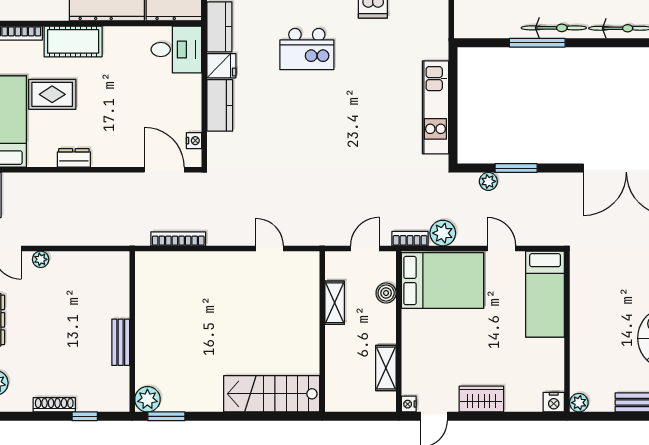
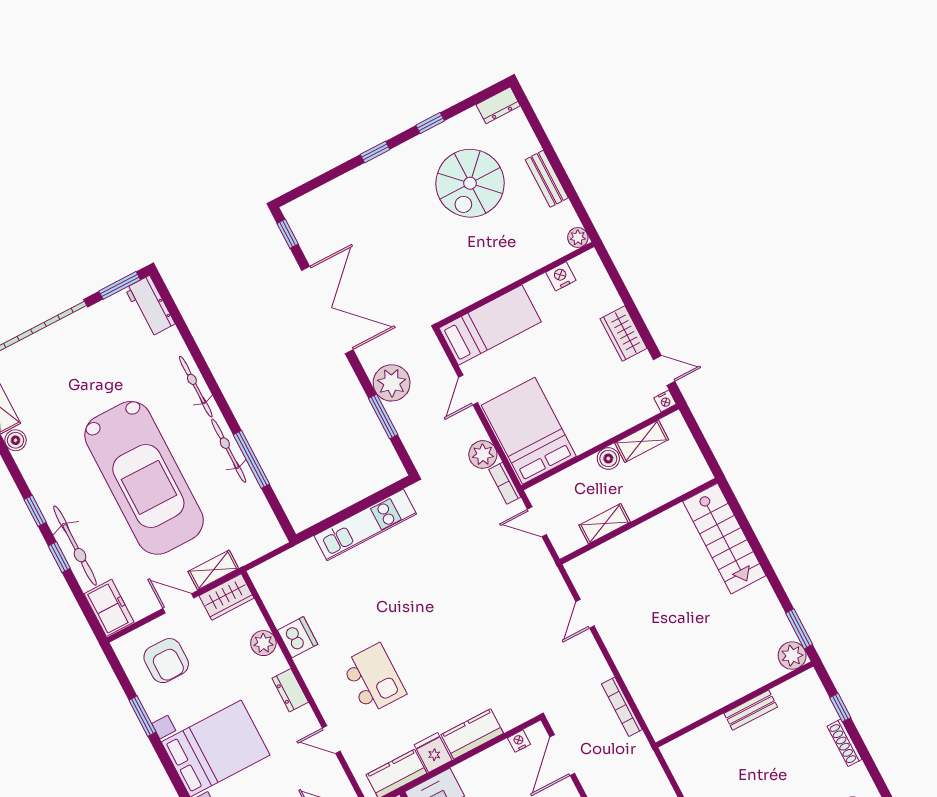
plant: (488, 181) -> (392, 383), moved, width x1.87, depth x1.87
boiler: (386, 293) -> (608, 459), moved
nightstand: (554, 402) -> (561, 276), moved, turned -90

